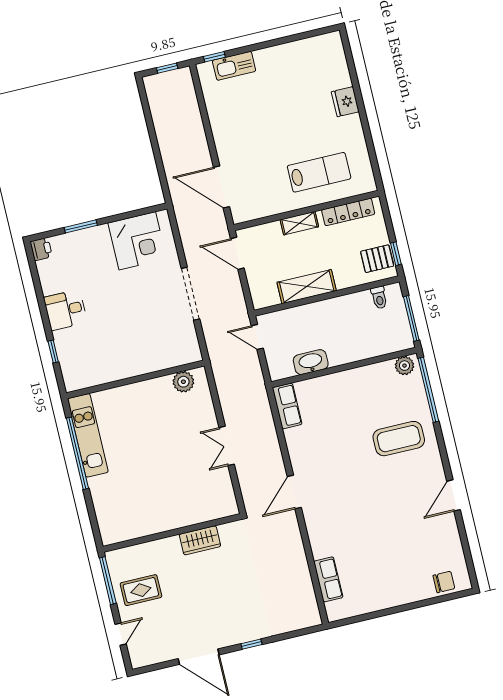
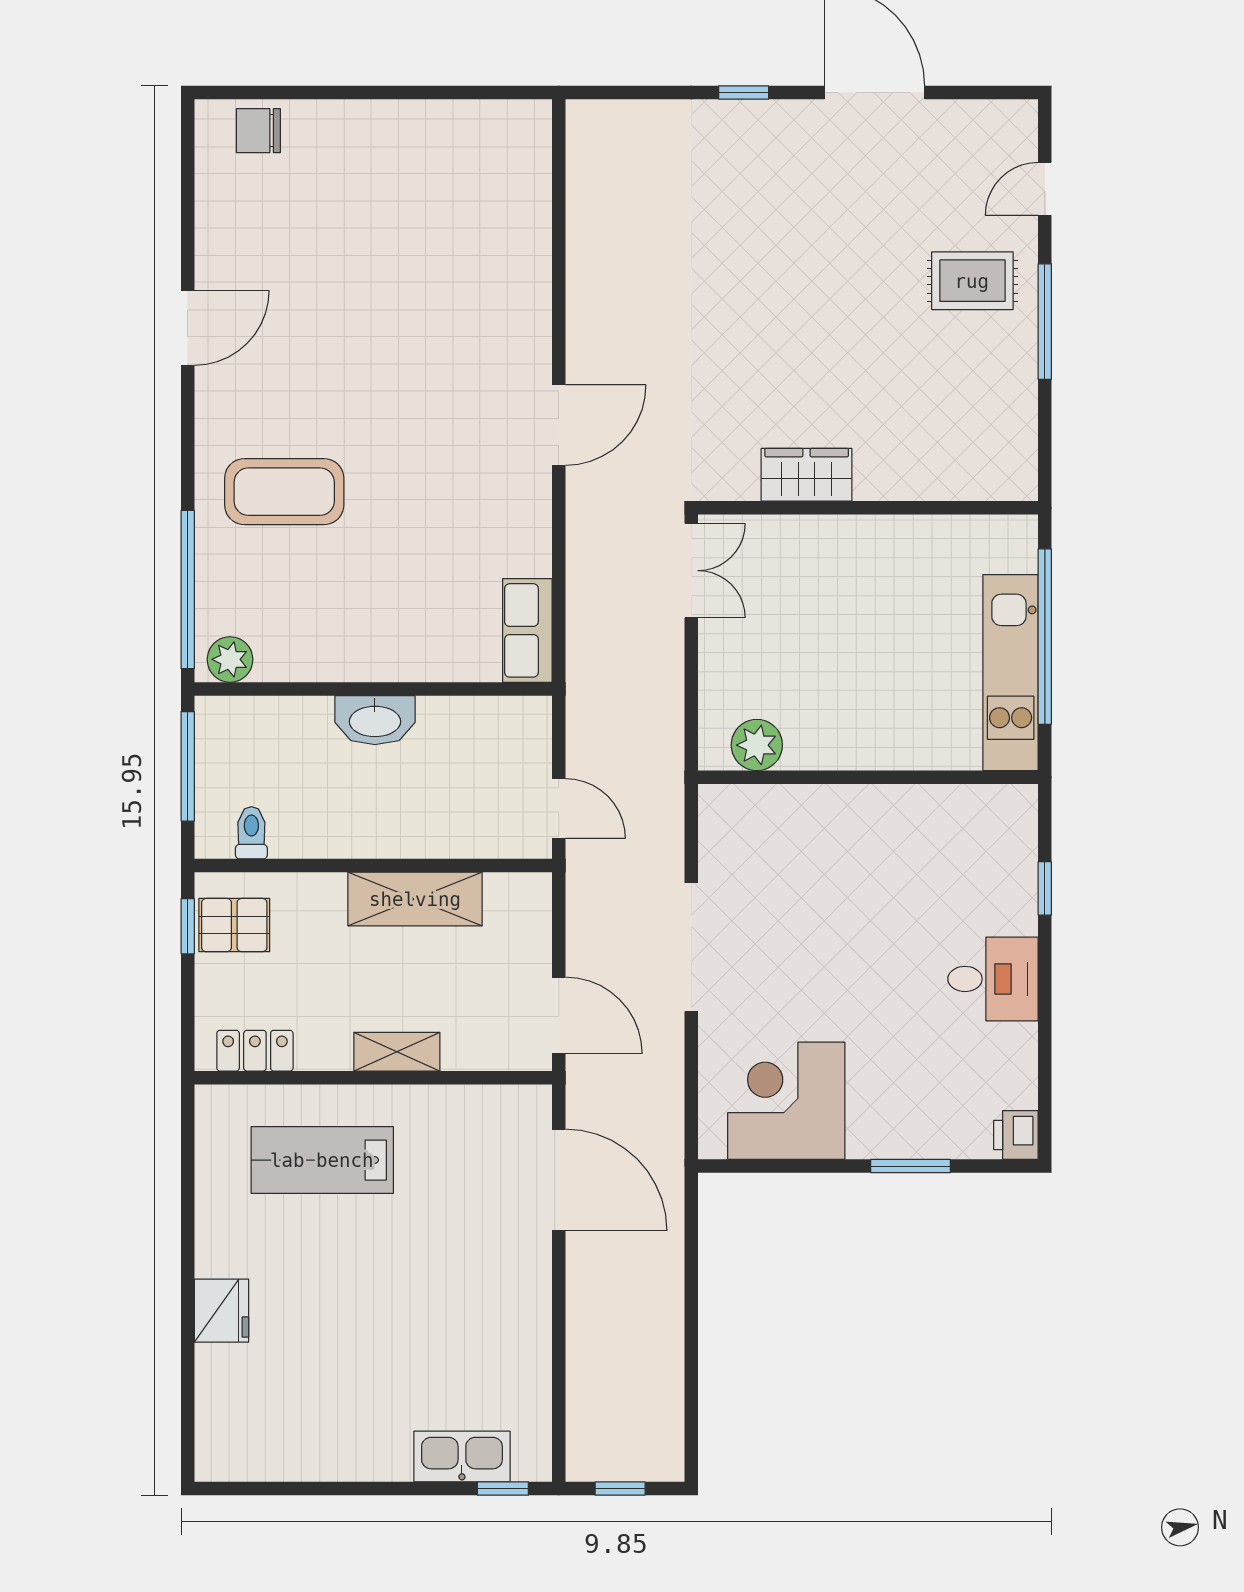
locker: (348, 212) -> (255, 1051), width x0.66
washbasin: (311, 362) -> (375, 720), moved
wall: (172, 533) -> (868, 508), moved
wardrobe: (200, 540) -> (807, 475), moved
row of seats: (328, 579) -> (528, 201), removed

